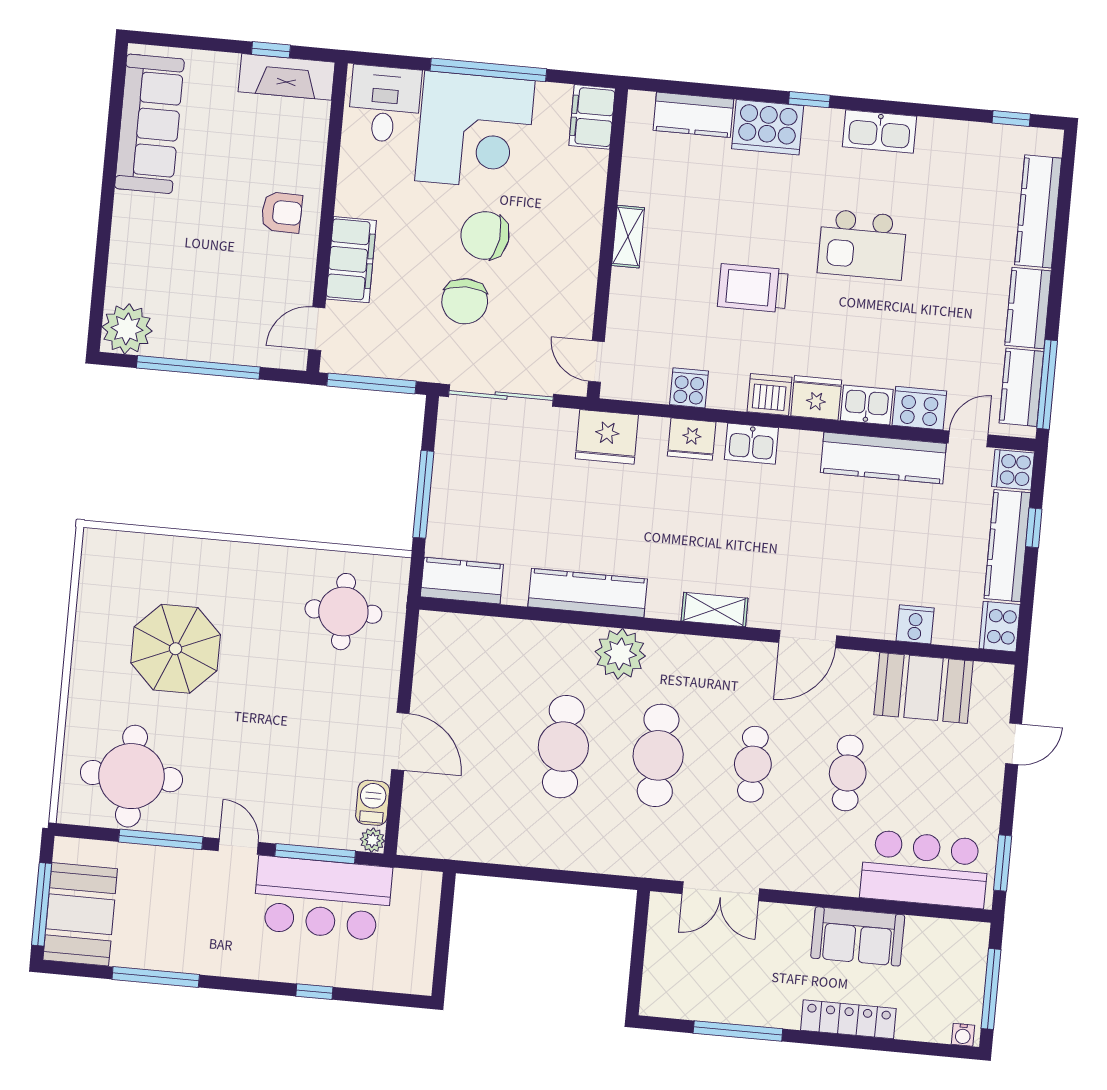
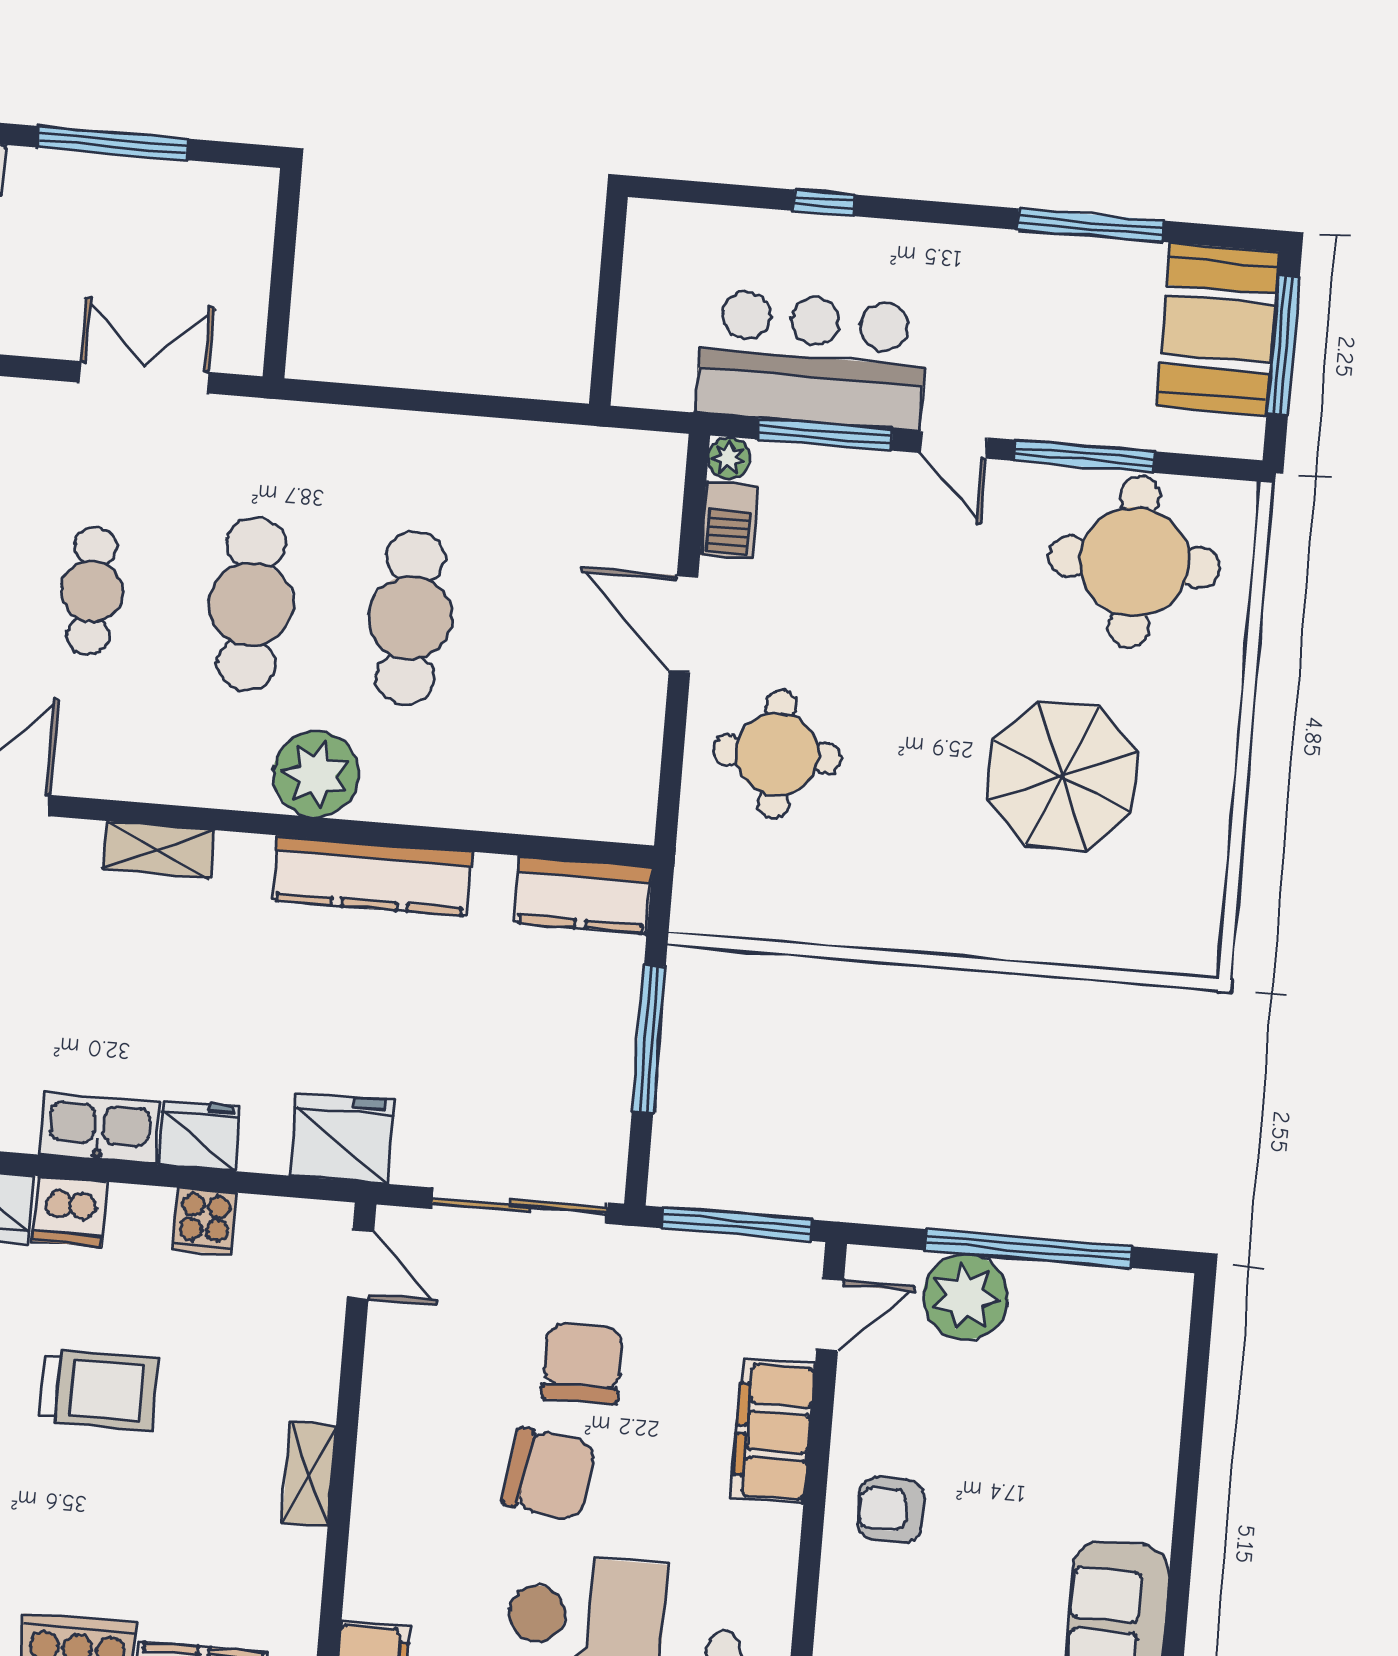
plant: (127, 329) -> (966, 1297), moved
kitchen sink: (751, 444) -> (99, 1129), width x1.38
round table: (343, 612) -> (777, 754), moved

